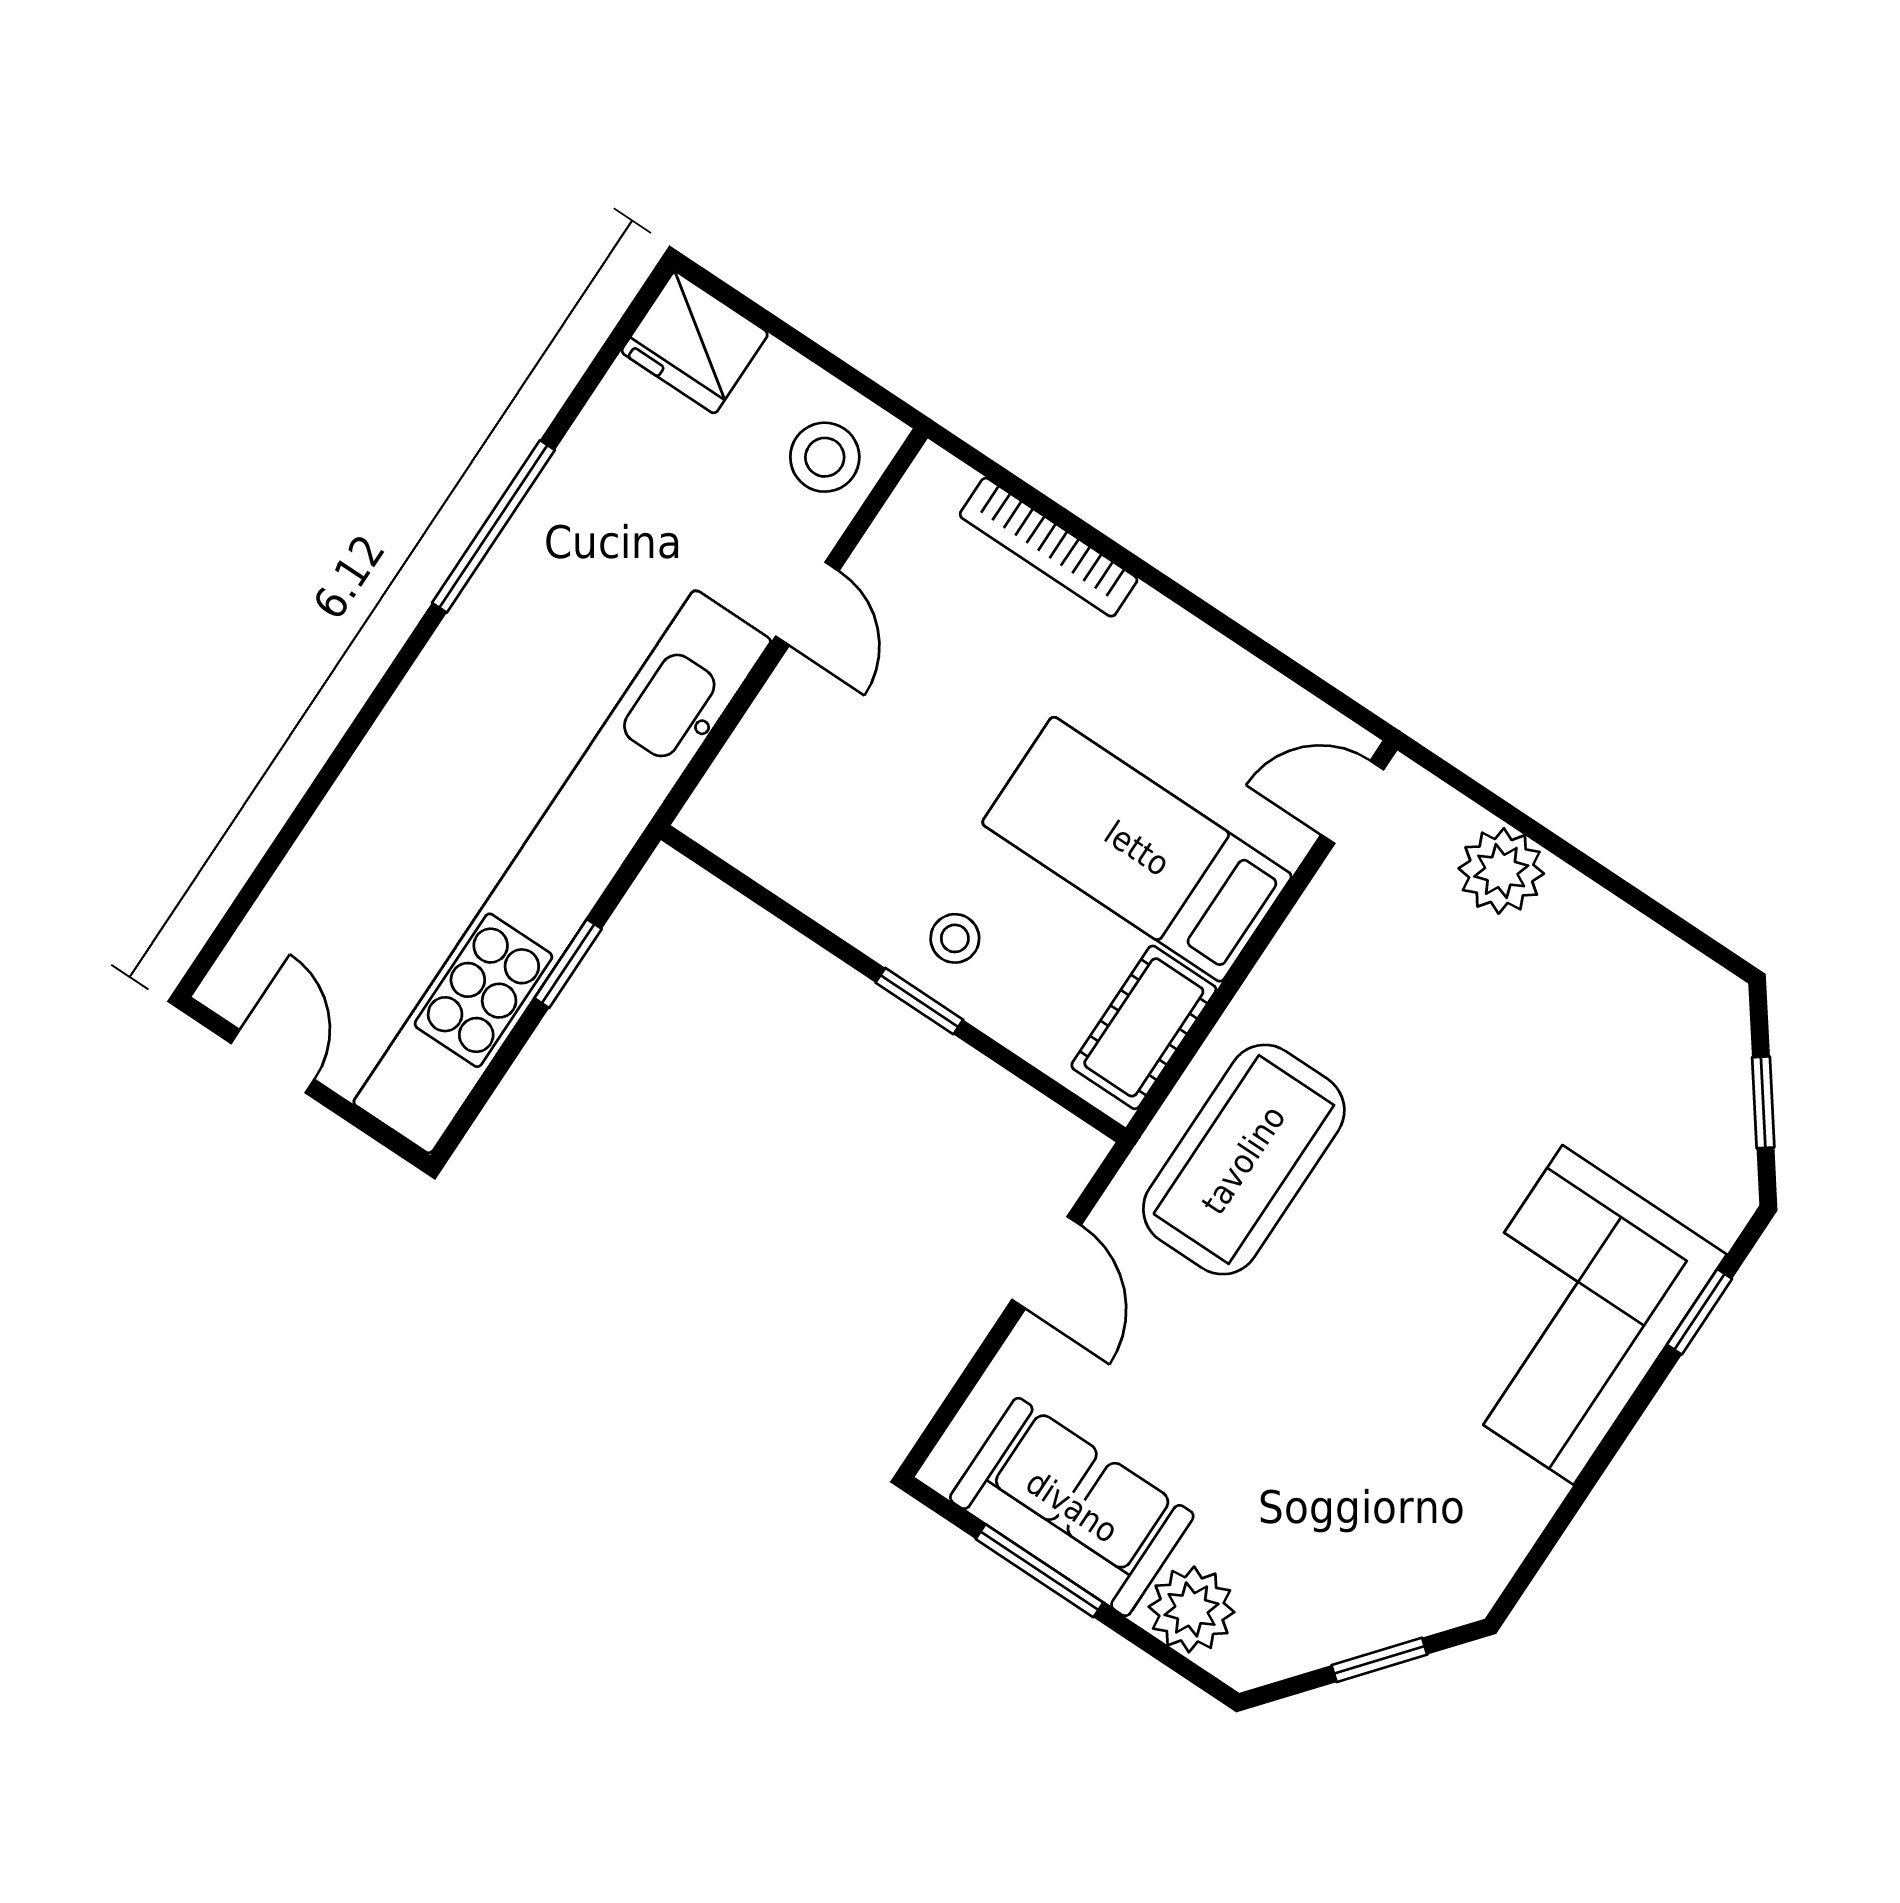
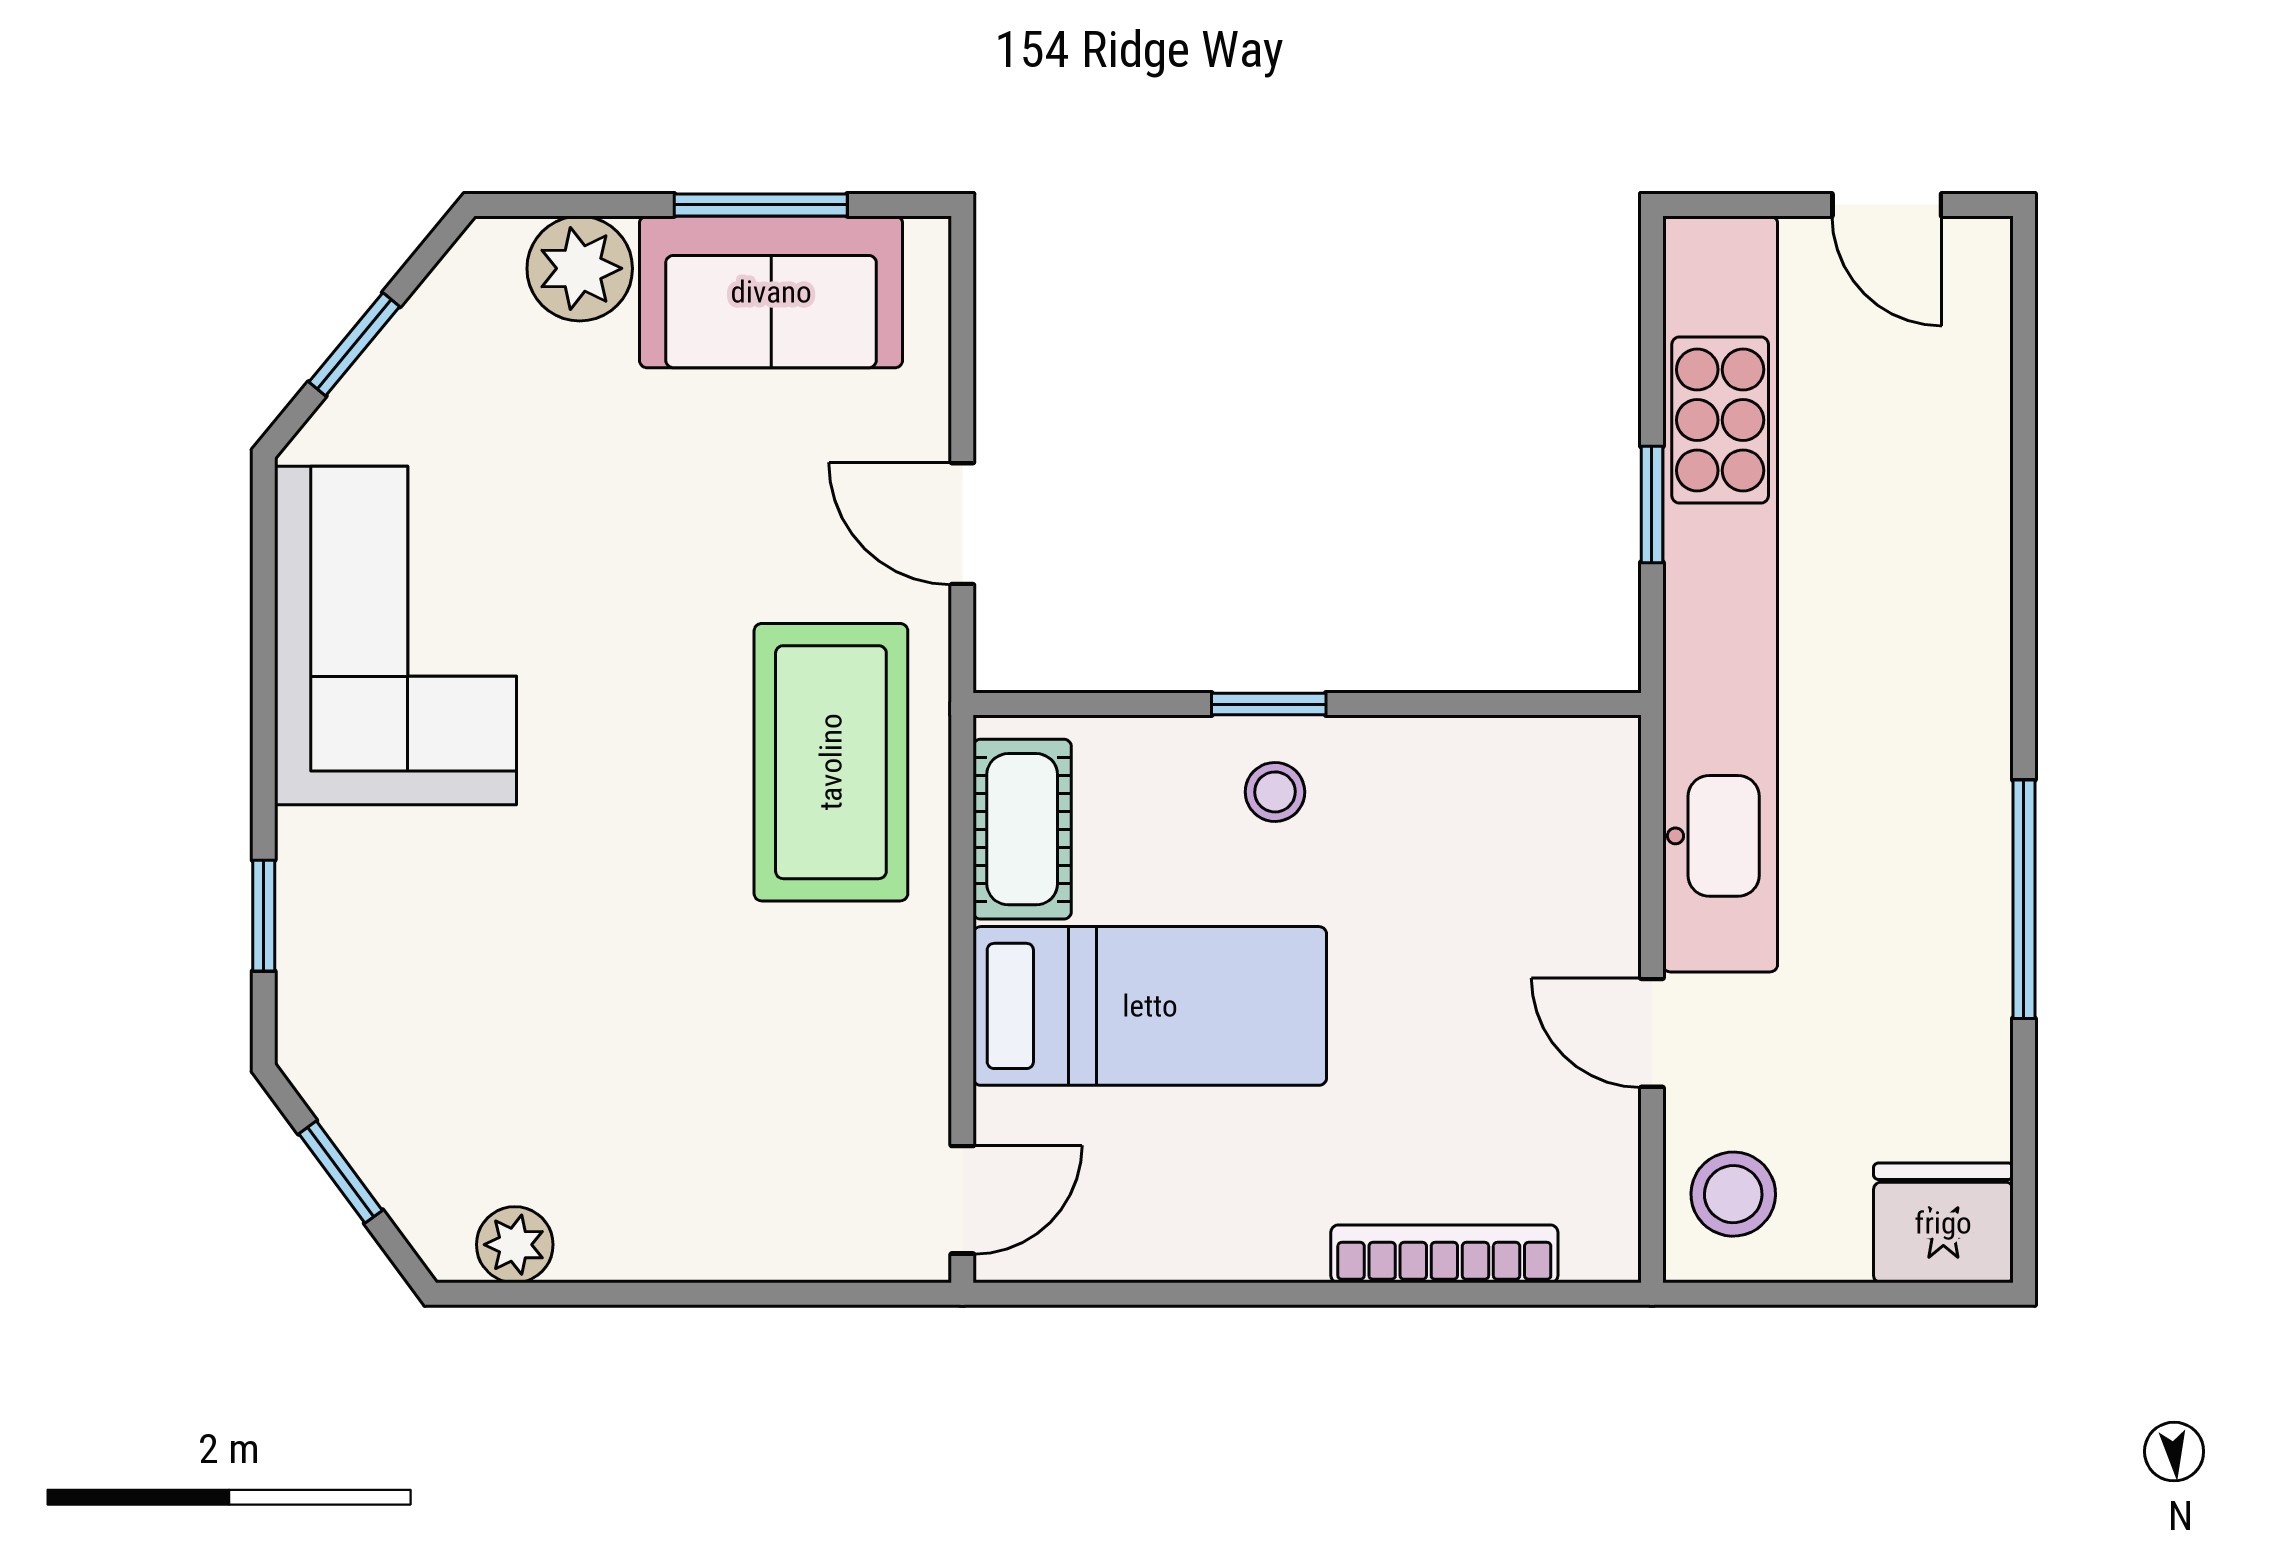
plant: (1501, 871) -> (515, 1245), moved, width x0.73, depth x0.73
corner sofa: (1568, 1315) -> (395, 636), moved

